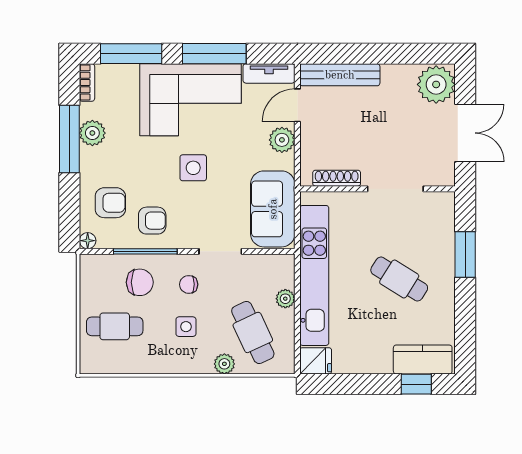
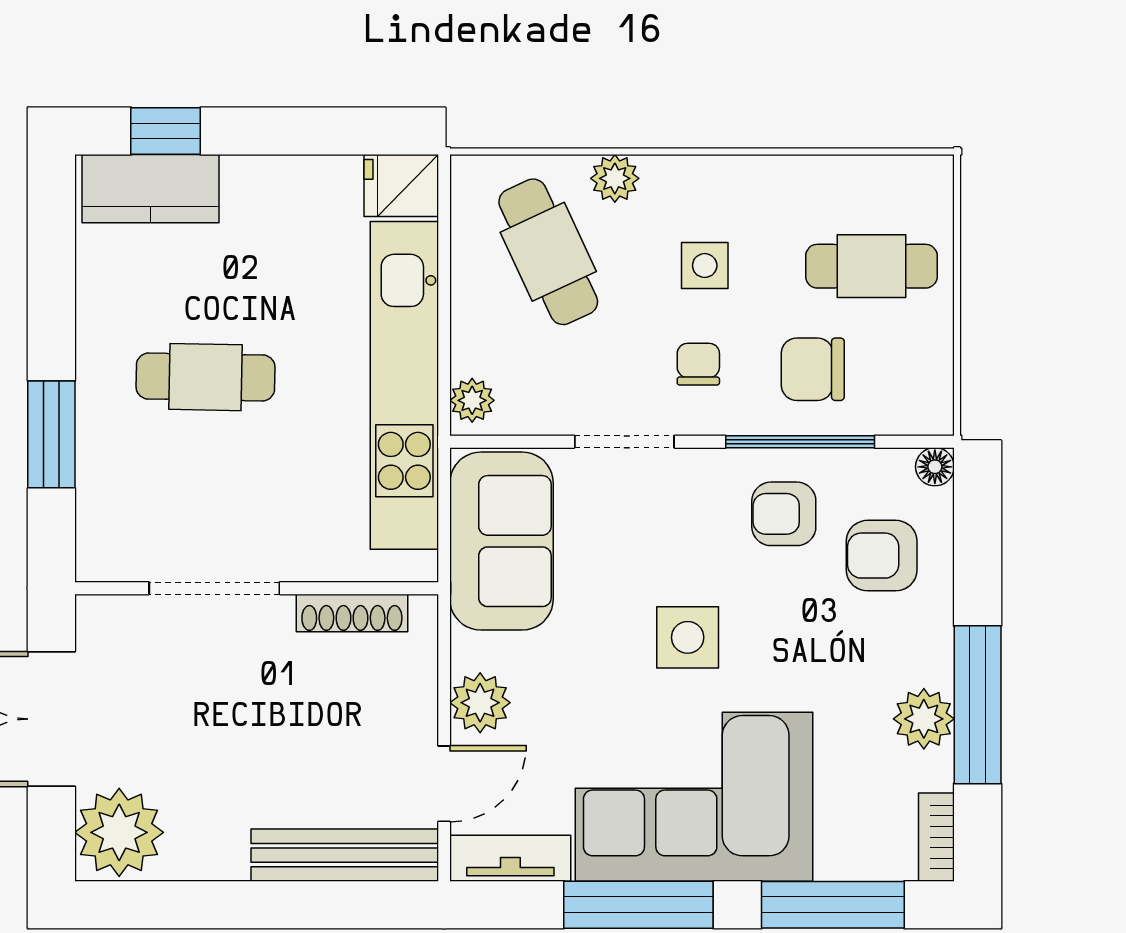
cafe table: (399, 279) -> (205, 377), turned -31
chair: (189, 284) -> (698, 364), turned -90
plant: (285, 299) -> (472, 400), moved

